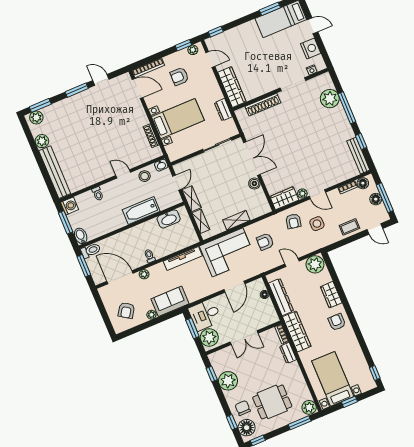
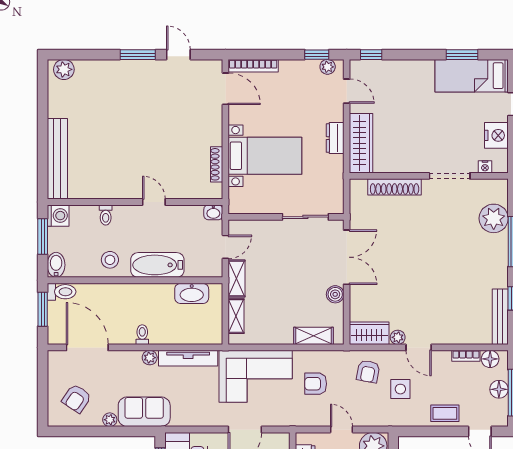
armchair: (179, 76) -> (292, 97), removed
window: (40, 105) -> (77, 55), removed
dresser: (223, 110) -> (335, 138), moved
plant: (42, 141) -> (58, 106), removed
stool: (145, 176) -> (110, 260), moved
shelving: (236, 220) -> (314, 336), moved
plant: (144, 274) -> (150, 358), moved

